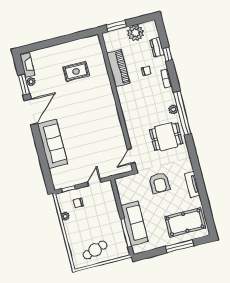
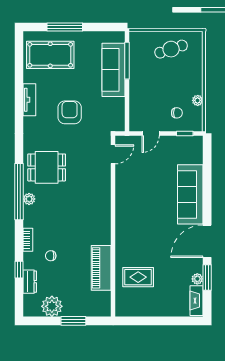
piano: (118, 68) -> (101, 268), moved
wall: (117, 102) -> (113, 226), moved
door: (131, 156) -> (113, 154), moved

